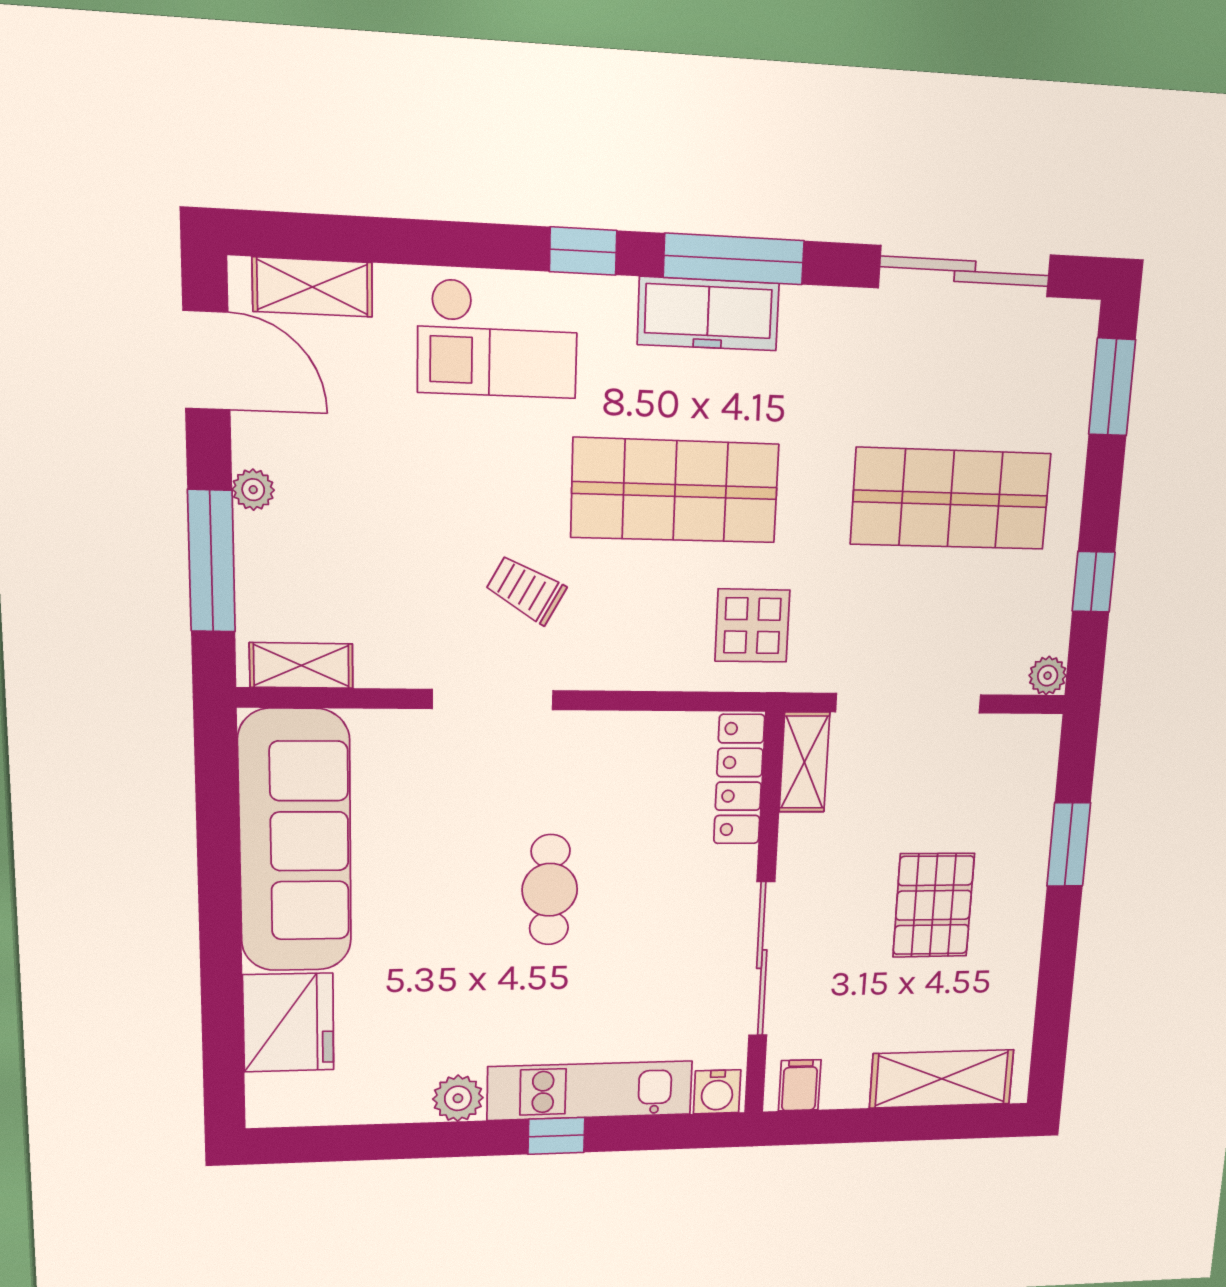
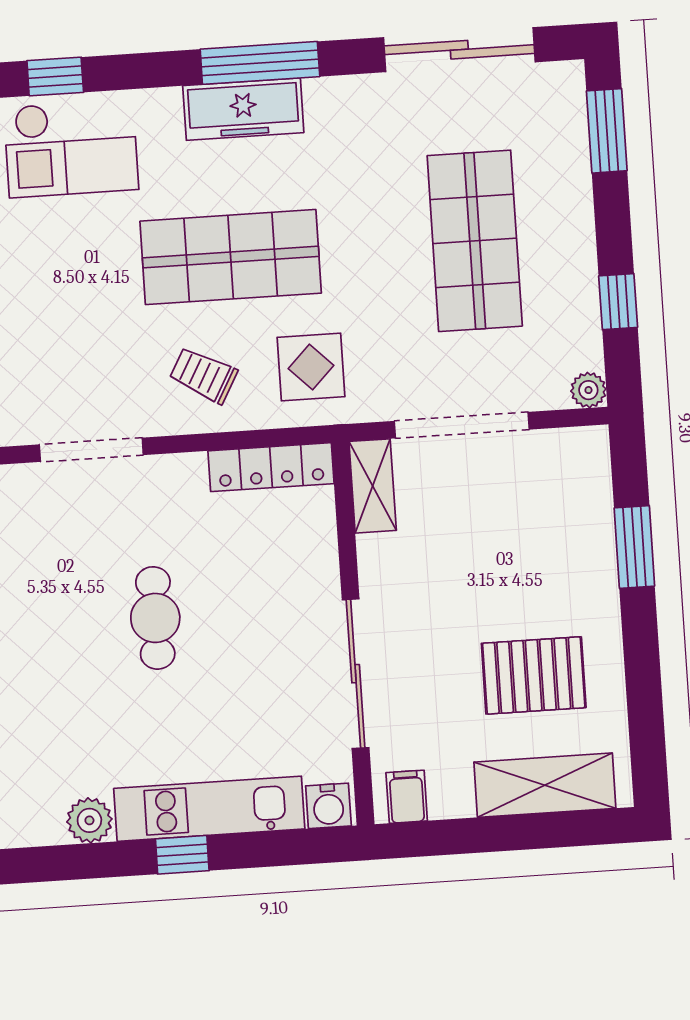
window: (583, 251) -> (55, 77), moved
shop shelf: (951, 499) -> (475, 241), turned 90
trolley: (526, 590) -> (203, 375), moved
locker: (739, 779) -> (271, 467), moved, turned -90
pallet: (934, 905) -> (534, 675), moved, turned 90

